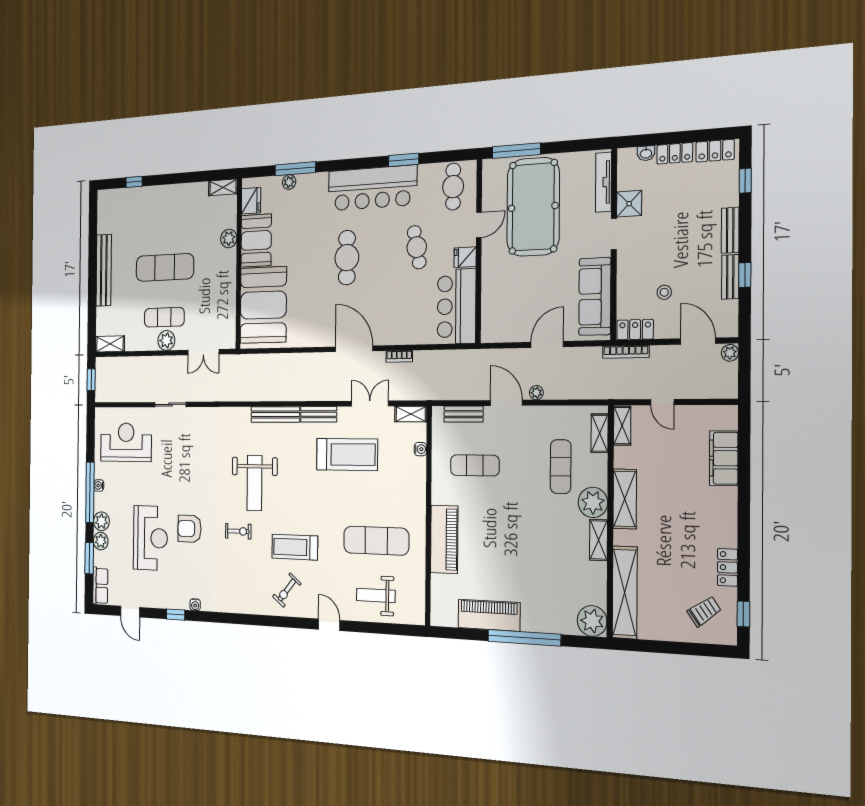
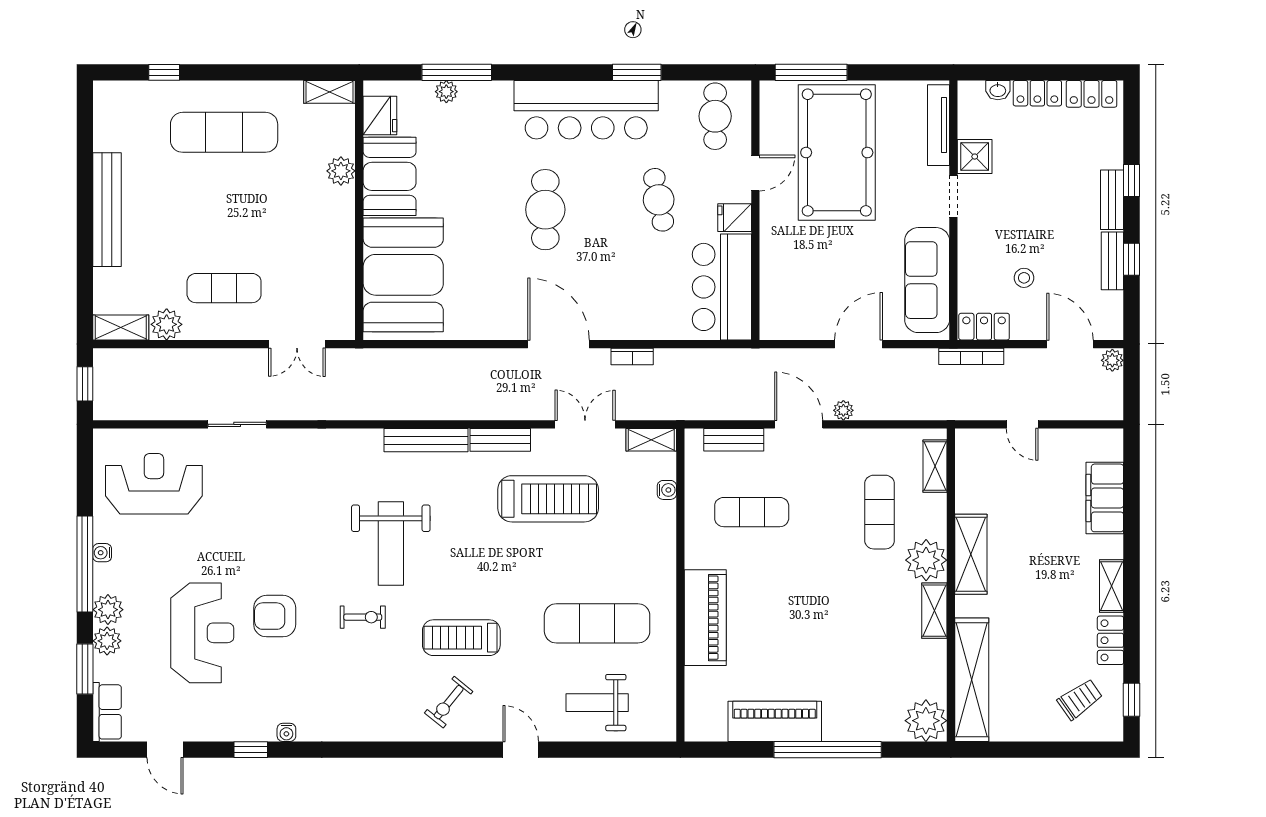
window: (745, 181) -> (1131, 181), moved
exercise mat: (165, 267) -> (224, 132), moved
plant: (166, 340) -> (167, 324), moved
shelving: (622, 426) -> (1112, 586), moved

